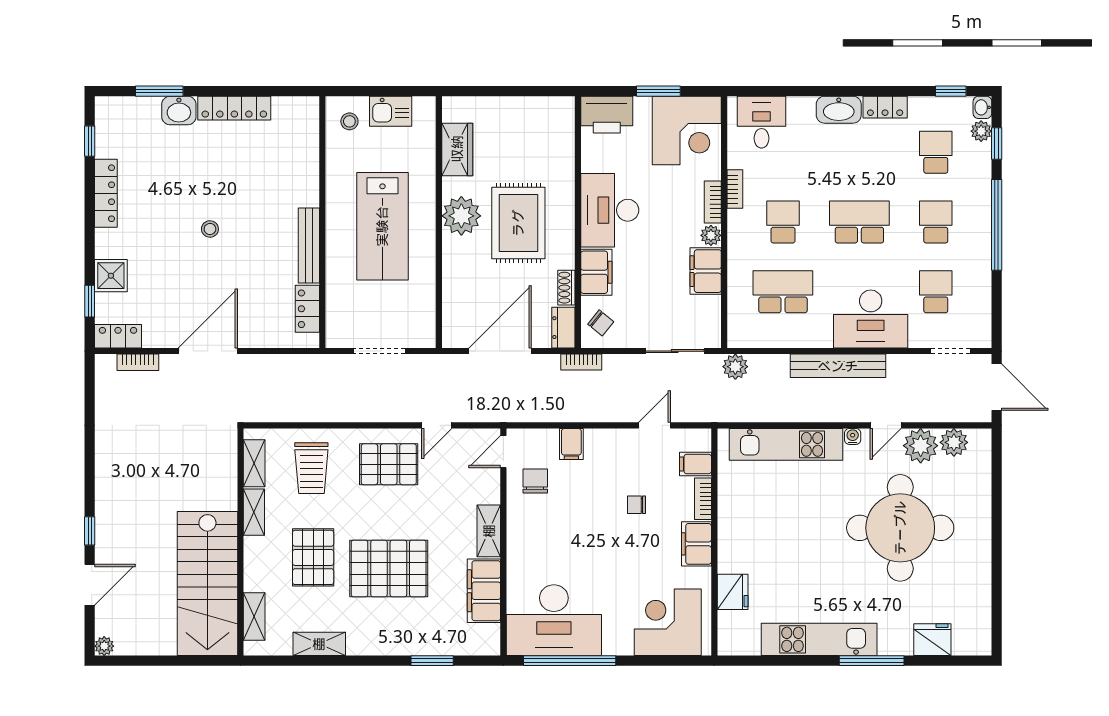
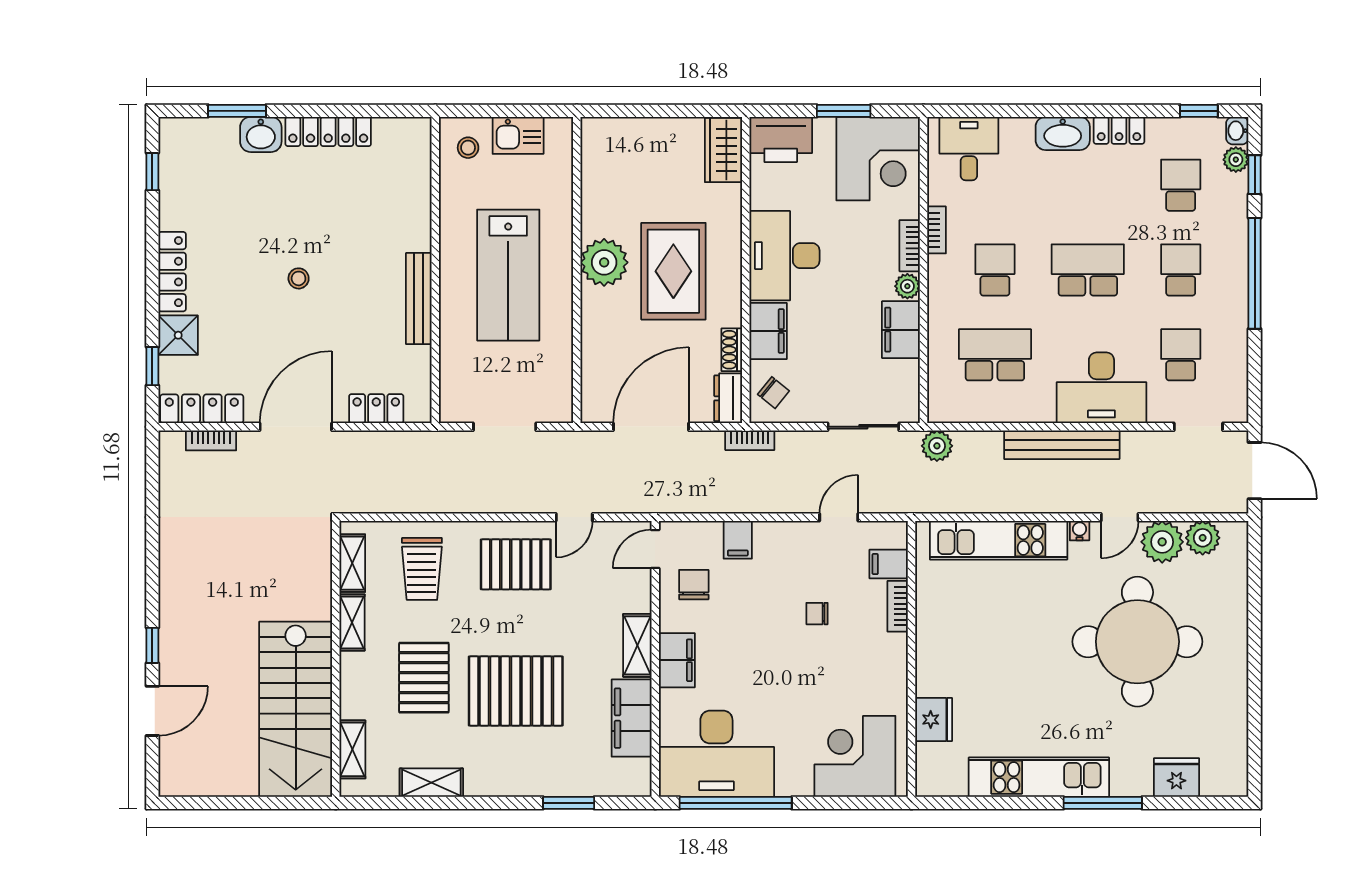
wardrobe: (457, 149) -> (723, 150), moved, turned 180
locker: (106, 193) -> (172, 272), moved
locker: (307, 309) -> (376, 409), moved, turned 90
locker: (118, 336) -> (202, 409), width x1.53
filing cabinet: (696, 544) -> (677, 660), moved, turned 180
plant: (104, 646) -> (170, 785), removed

